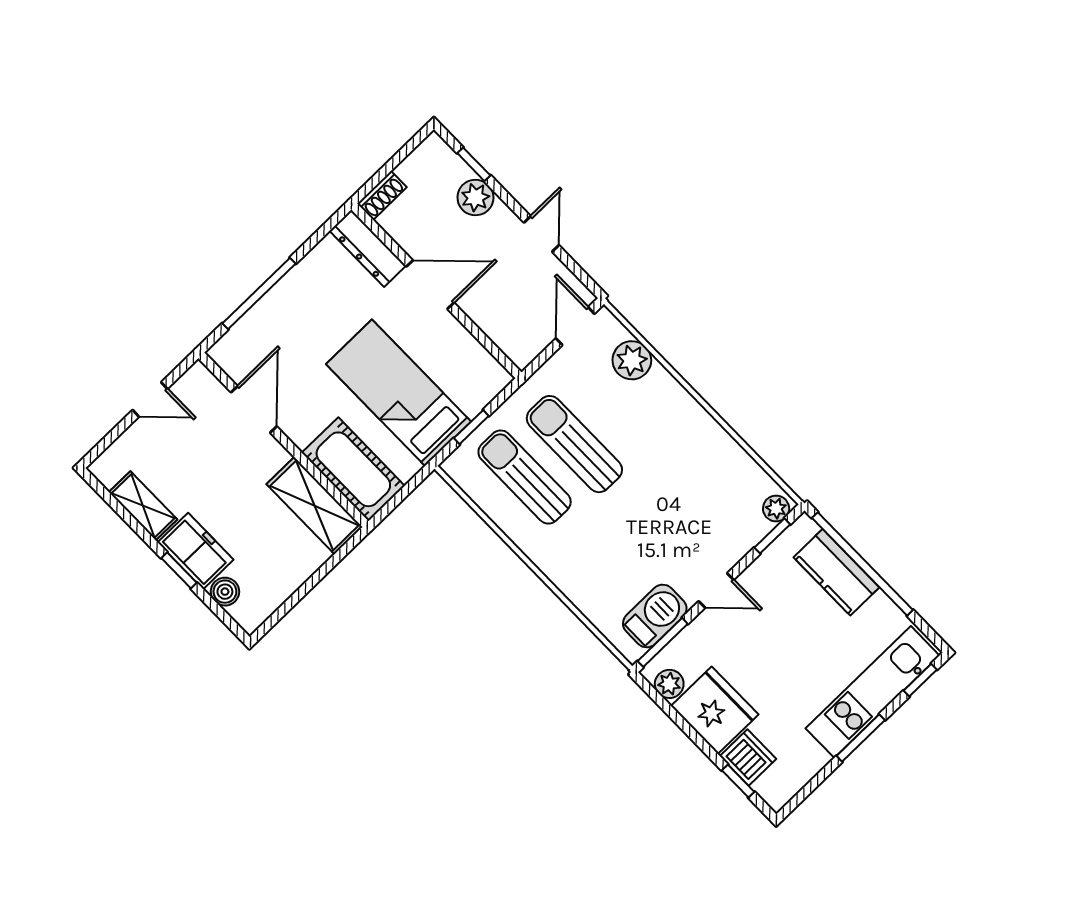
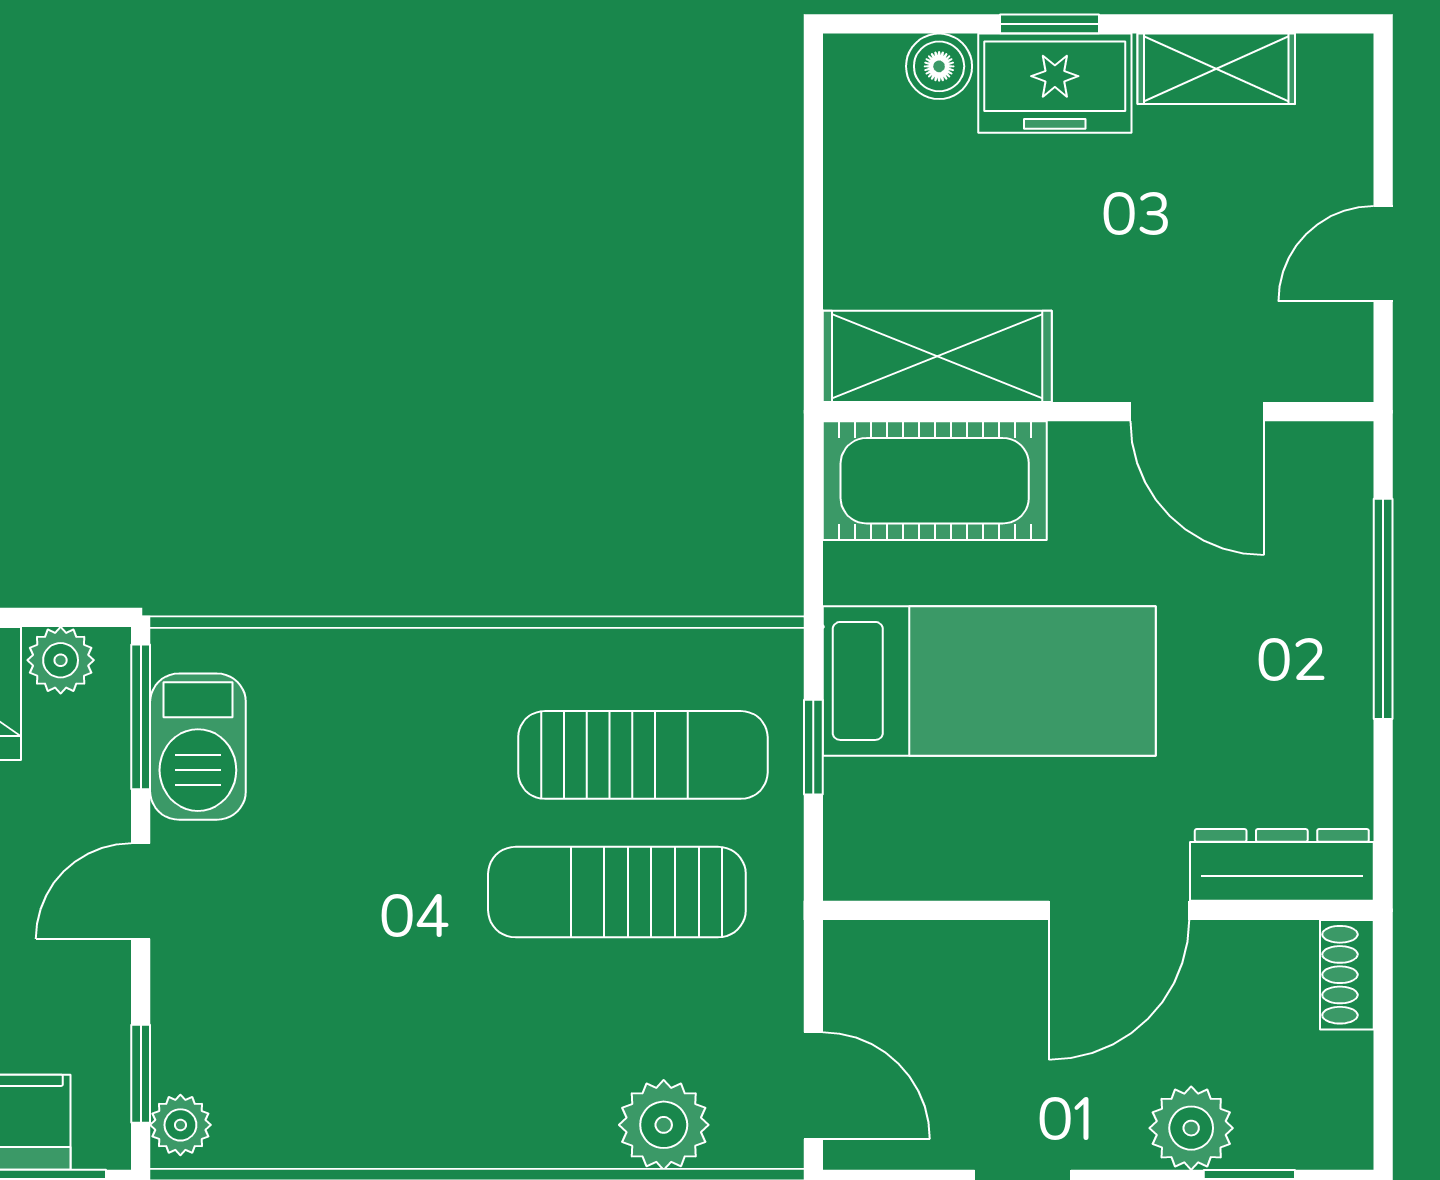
sun lounger: (574, 444) -> (617, 892), turned 180

